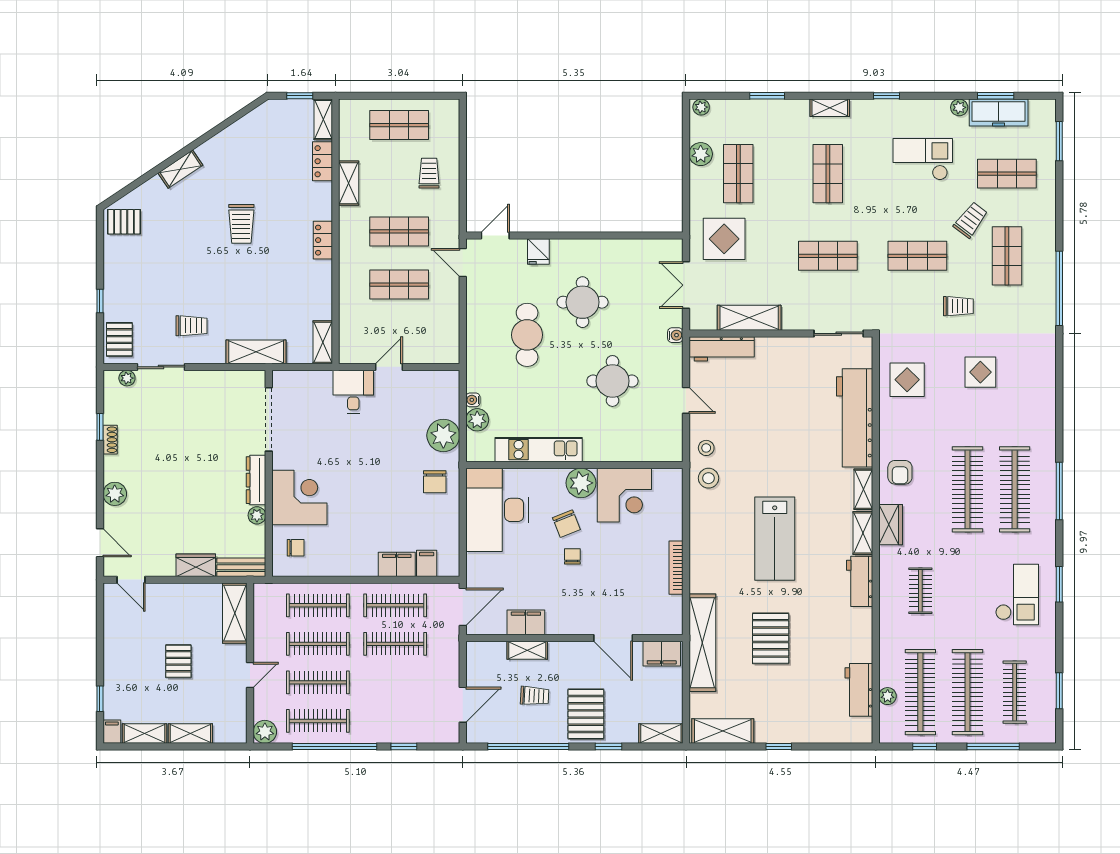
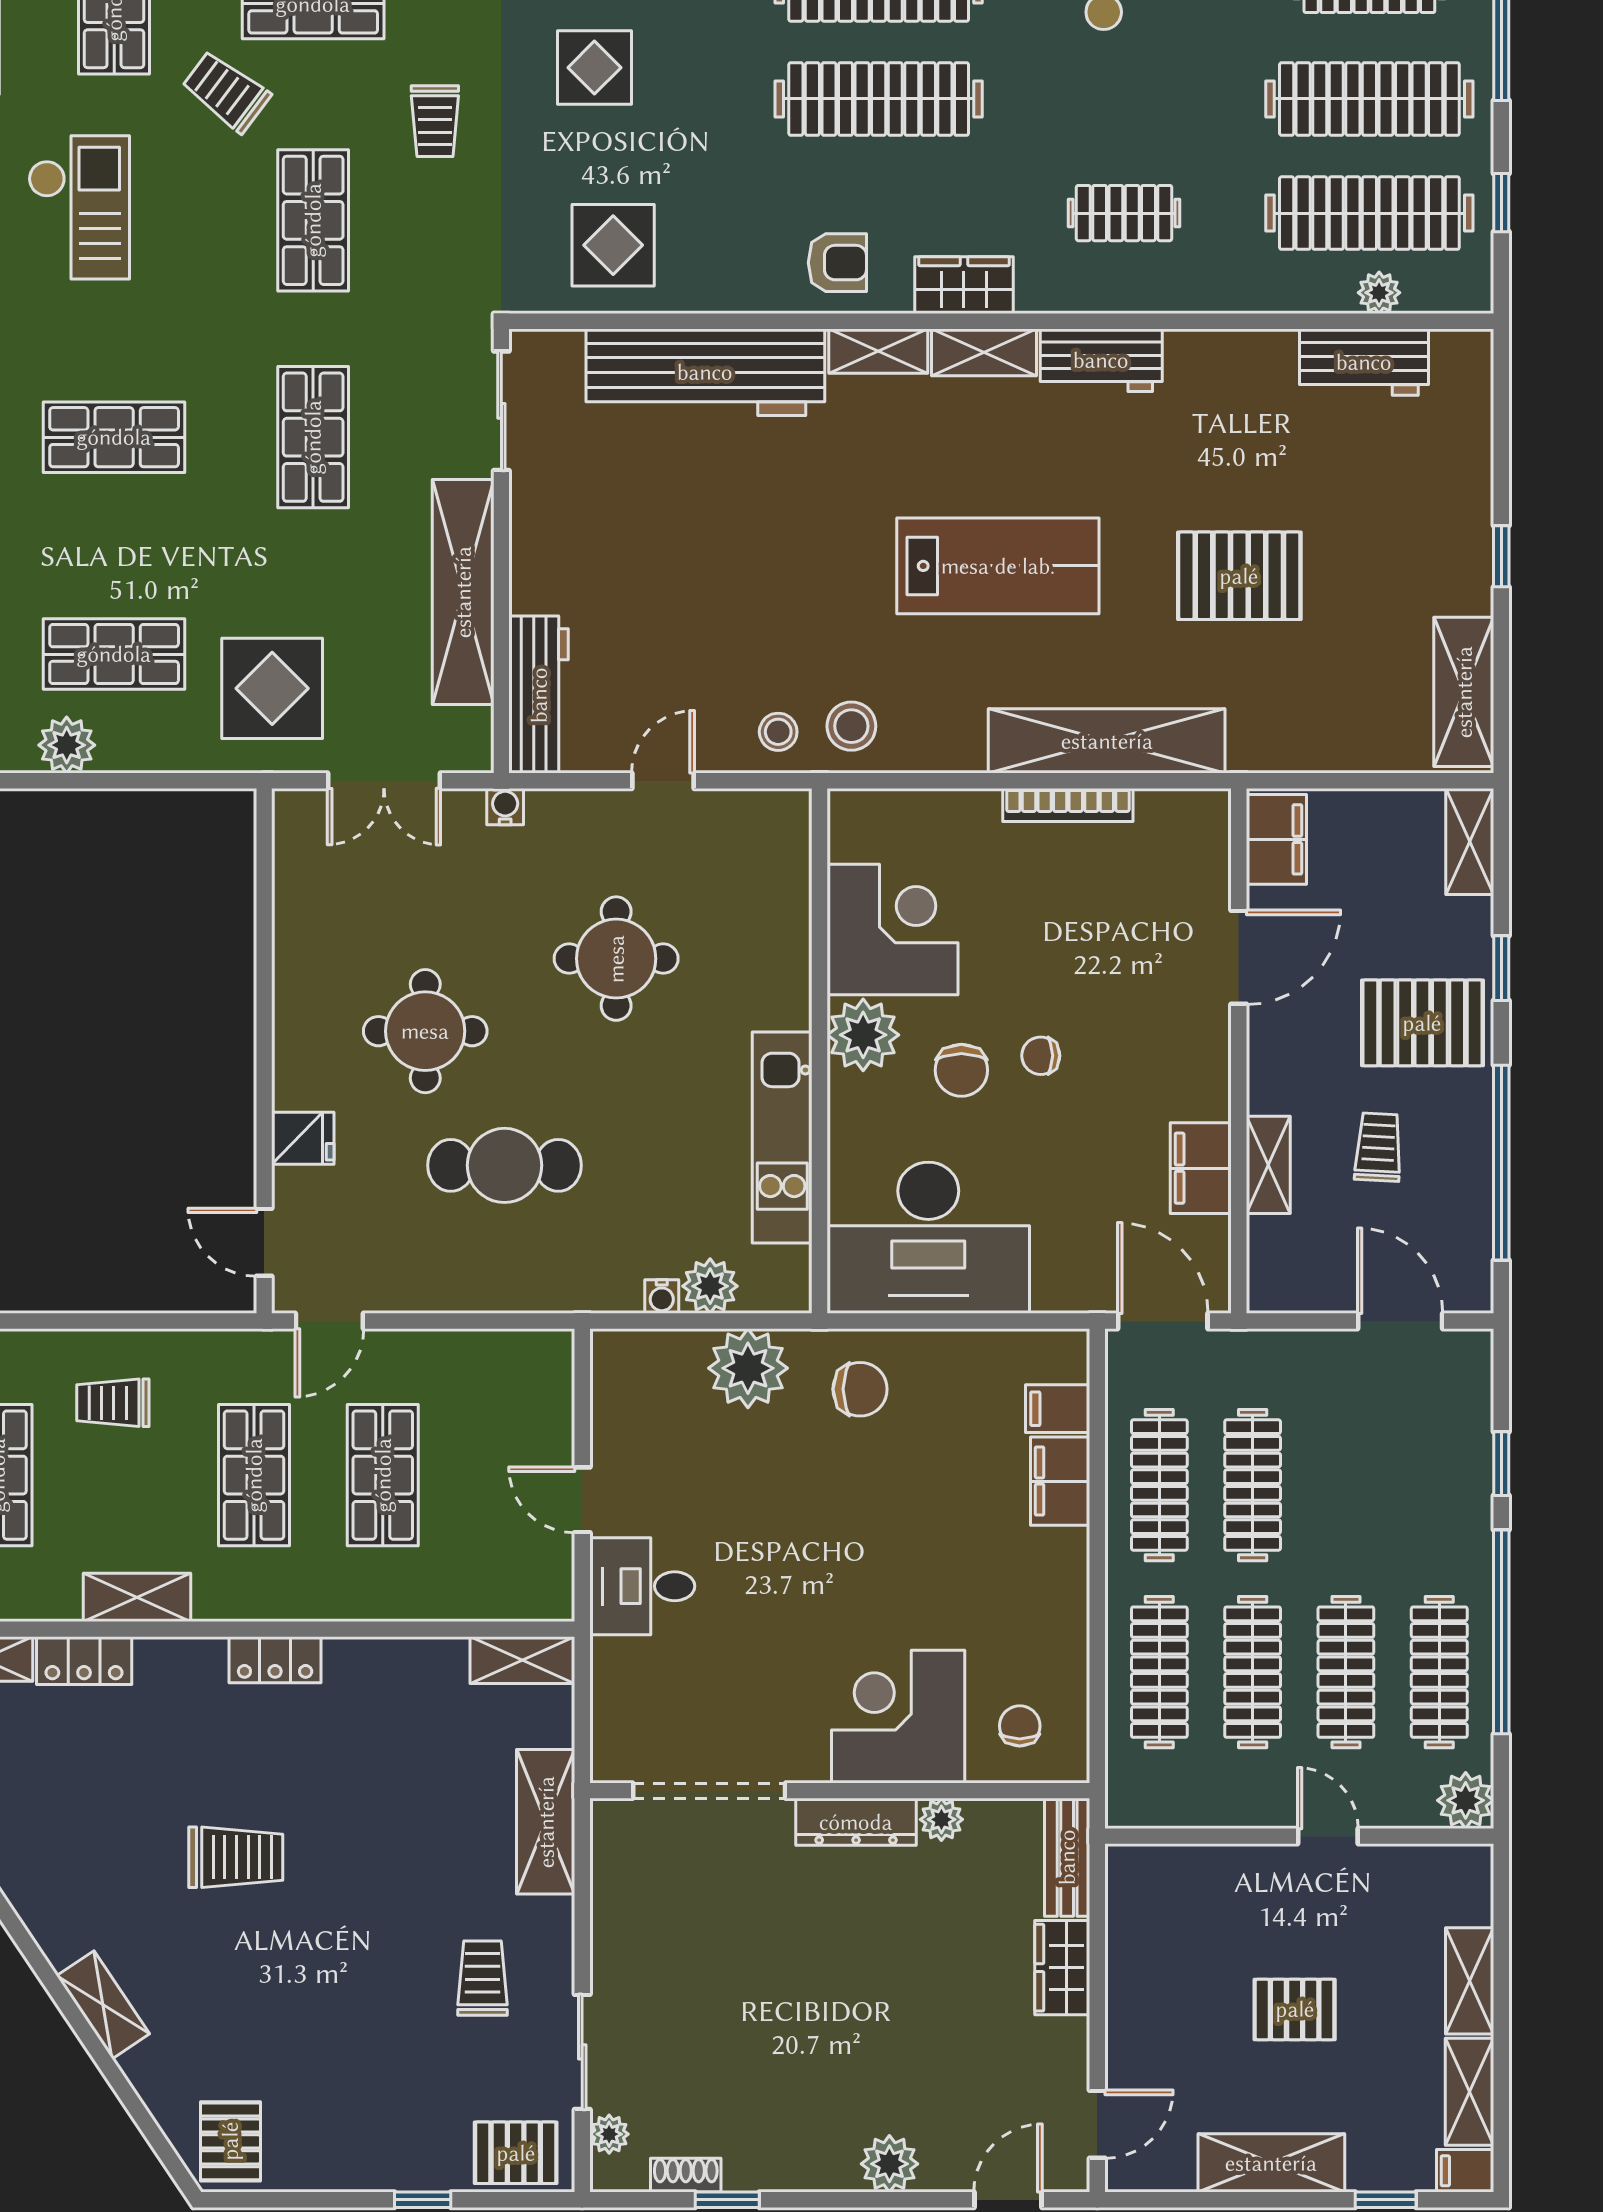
checkout: (923, 159) -> (79, 207), turned 180
trolley: (958, 306) -> (435, 121), turned 180
shelving: (749, 318) -> (463, 592), width x1.47
shoe rack: (110, 440) -> (686, 2175), moved
chair: (566, 524) -> (961, 1070), turned 112
shelving: (235, 613) -> (1271, 2163), moved
shelving: (702, 643) -> (1107, 741), moved

